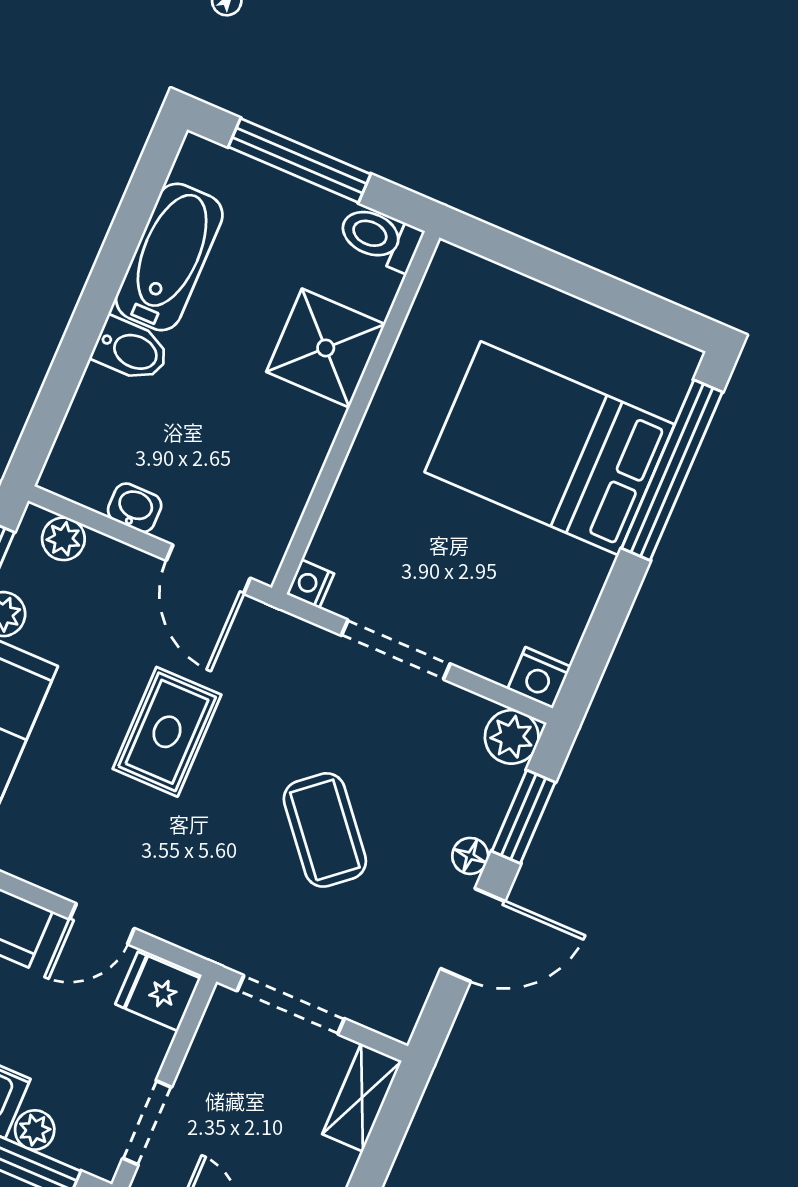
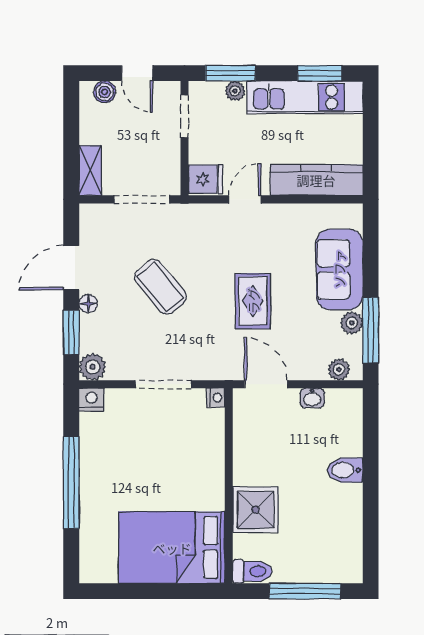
bathtub: (169, 257) -> (346, 521), removed
bed: (550, 448) -> (172, 548), moved, turned 180
window: (672, 470) -> (71, 482), moved

